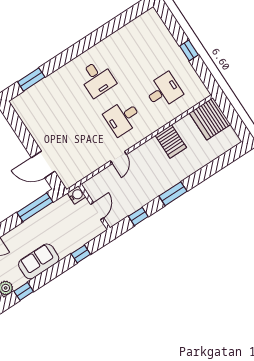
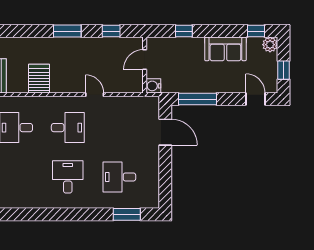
desk: (56, 105) -> (119, 177), added
door: (118, 158) -> (95, 95), hinge flipped

